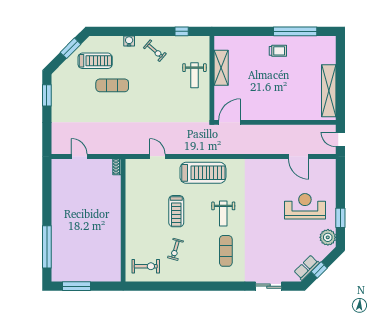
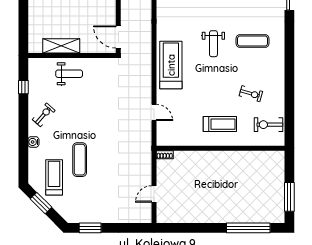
door: (157, 156) -> (154, 112), swing flipped
treadmill: (176, 211) -> (220, 124), moved
weight bench: (223, 214) -> (213, 44), turned 90
exercise bike: (146, 266) -> (268, 125), turned -90

